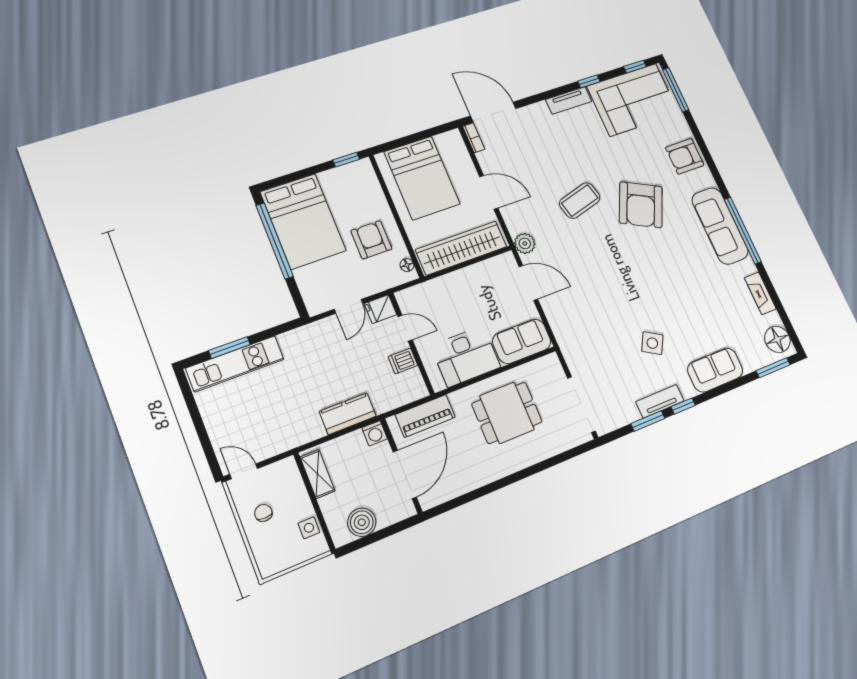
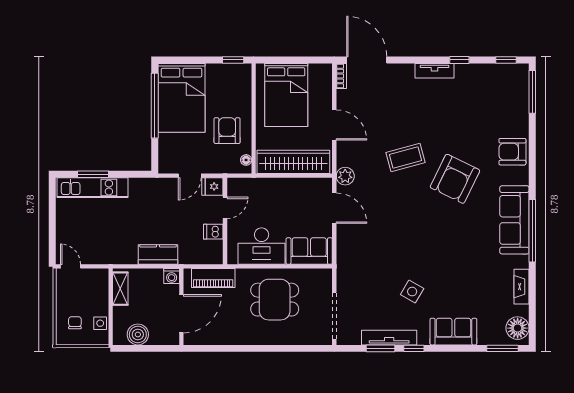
corner sofa: (633, 100) -> (490, 88), removed
door: (405, 328) -> (225, 208), hinge flipped
tv unit: (660, 401) -> (389, 338), width x1.41
chair: (263, 513) -> (75, 323), moved

